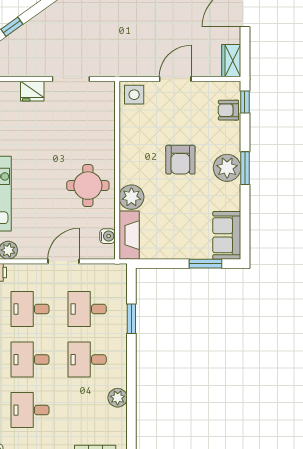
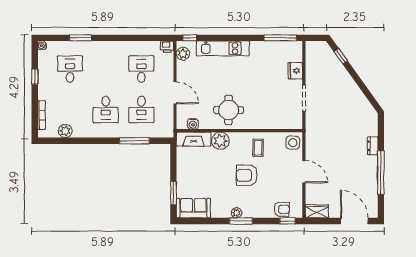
armchair: (228, 110) -> (282, 209), turned 90
coffee table: (141, 144) -> (258, 148), added
plant: (227, 168) -> (237, 213), width x0.53, depth x0.53
desk: (87, 309) -> (141, 109), turned 180
window: (131, 319) -> (134, 141), width x1.44
desk: (30, 360) -> (106, 69), removed
desk: (87, 360) -> (106, 109), turned 180
plant: (118, 398) -> (65, 131), moved

